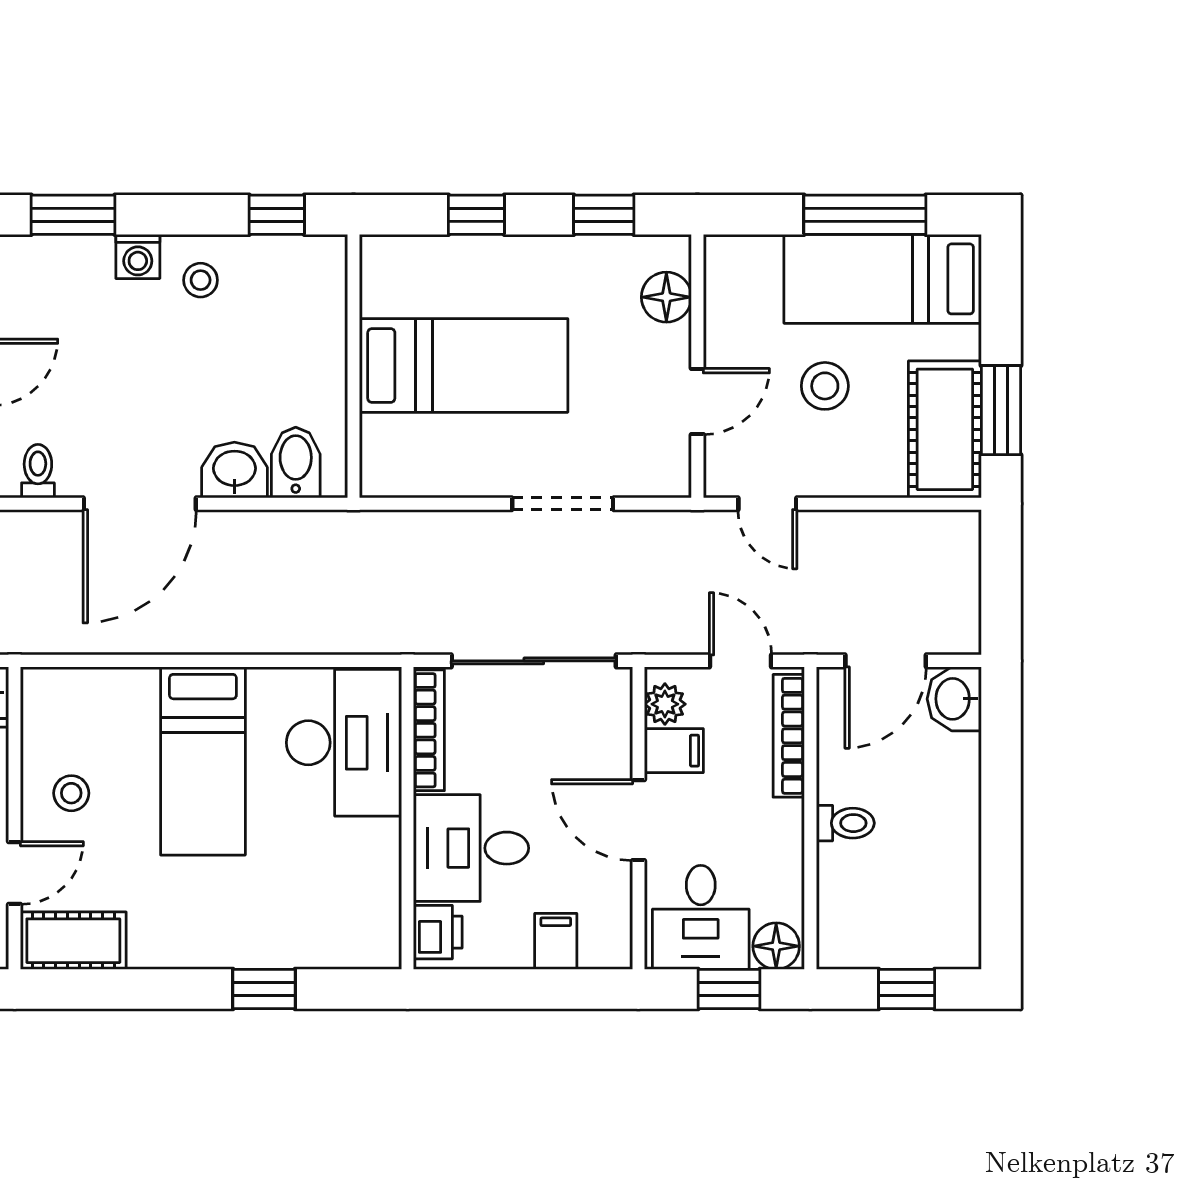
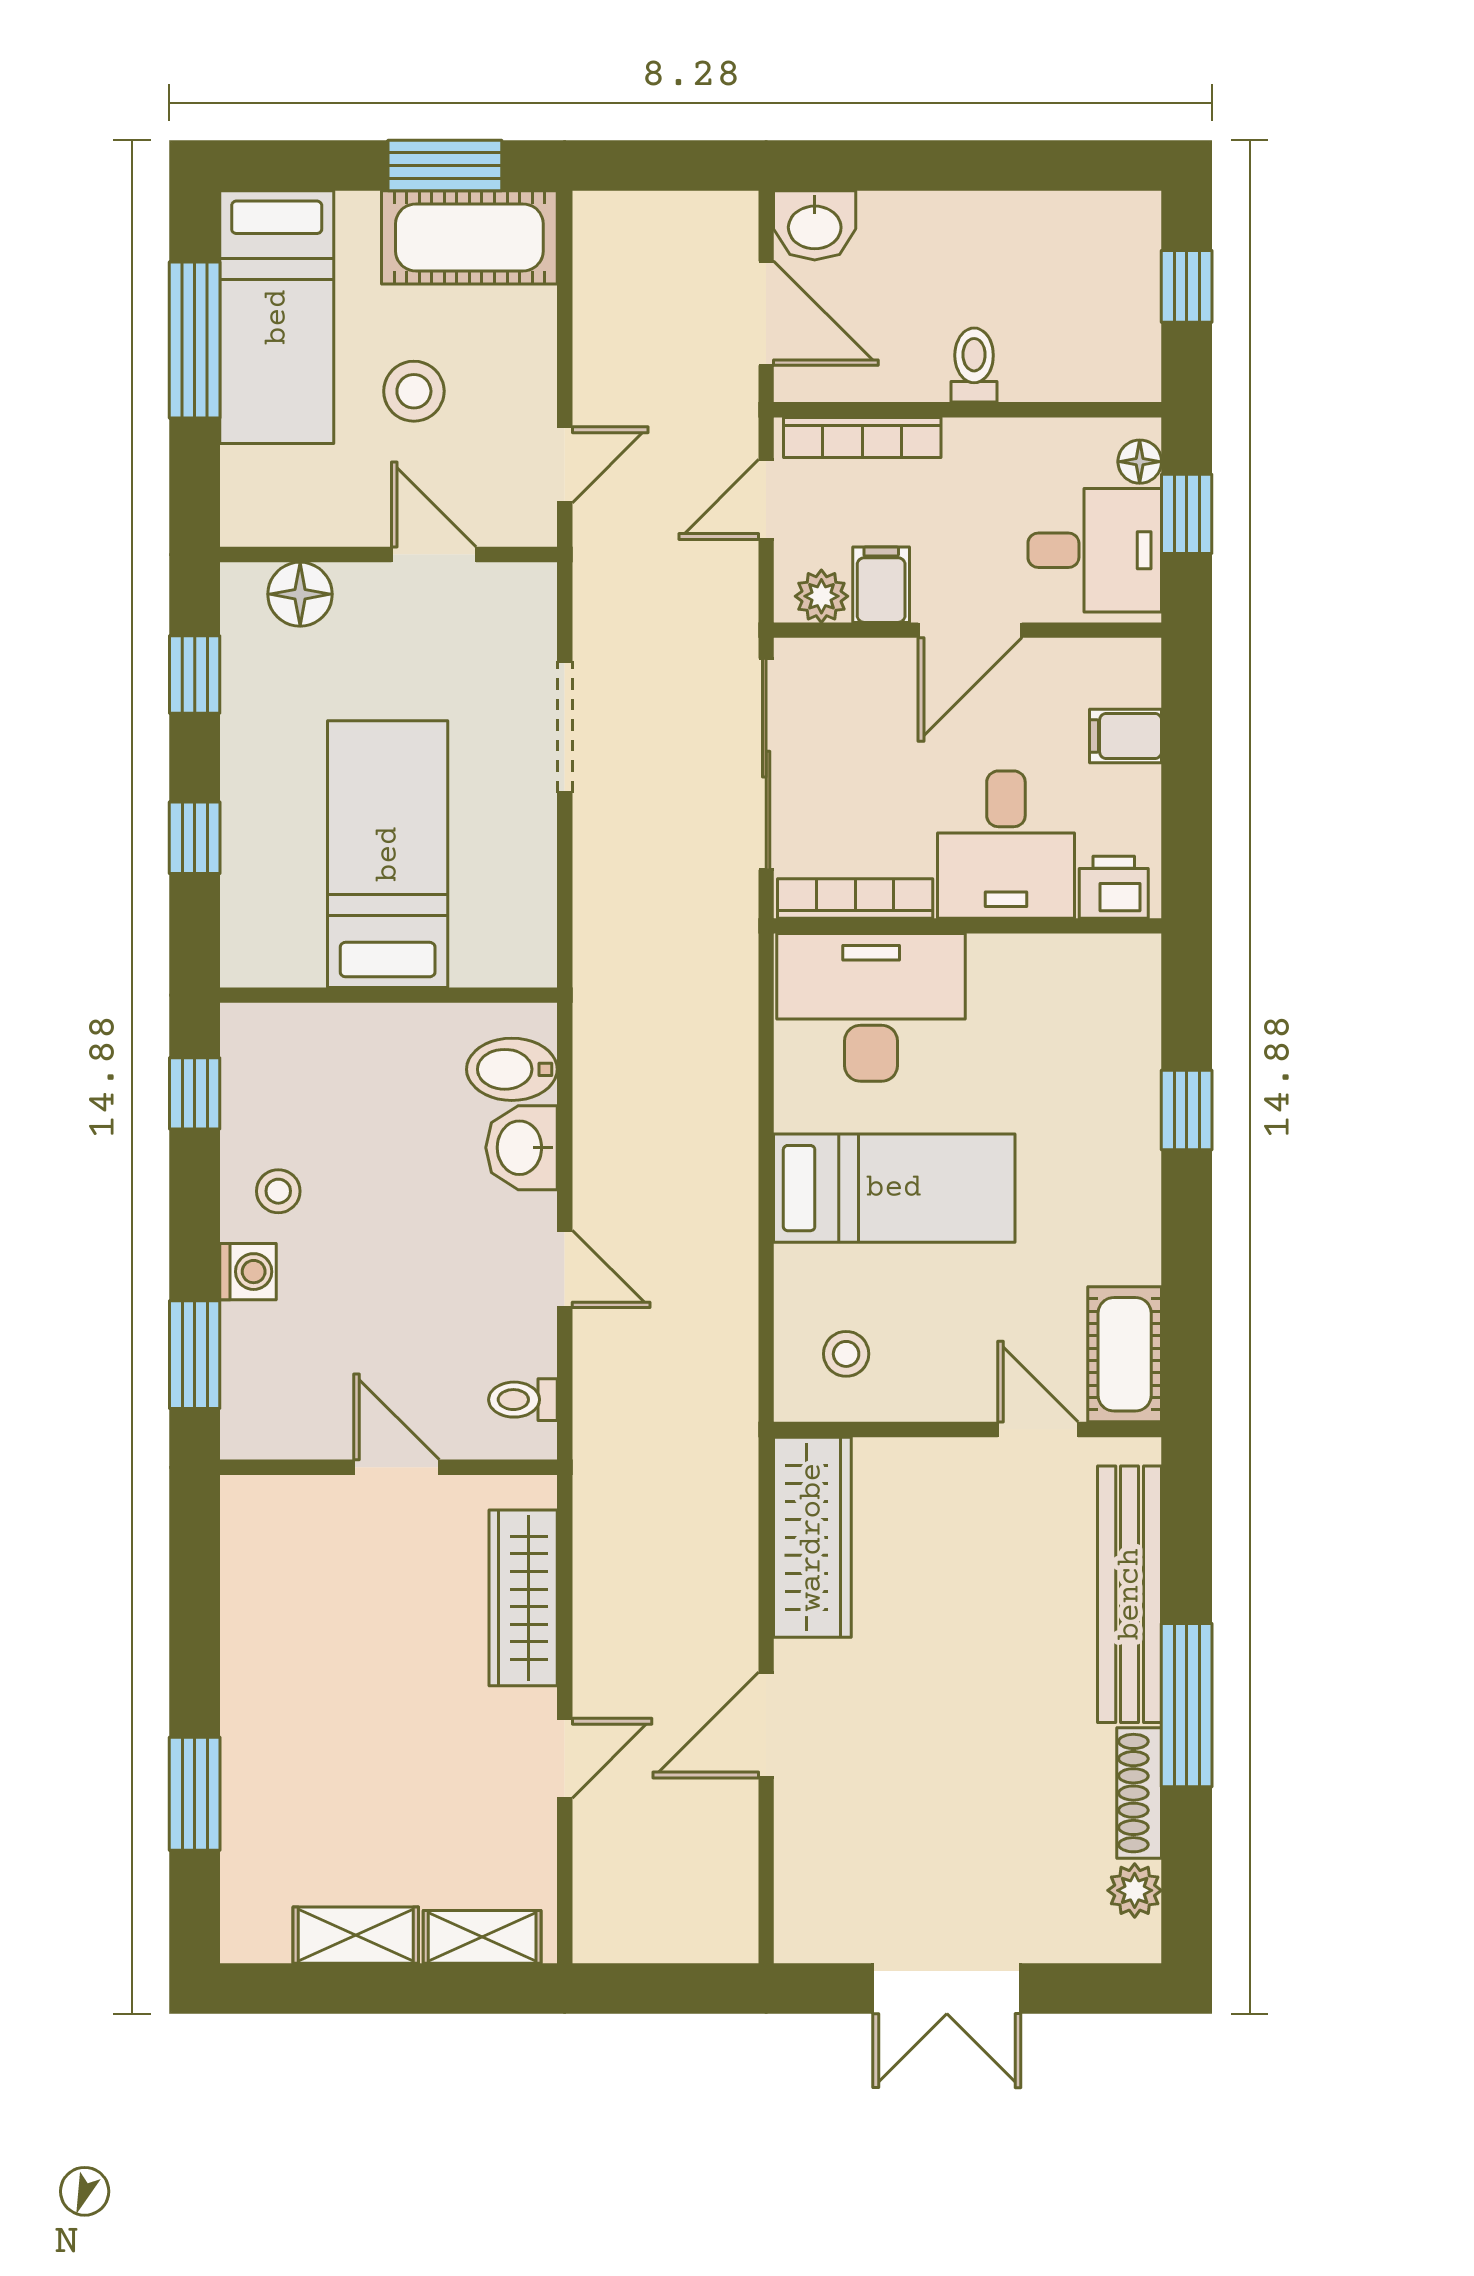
door: (140, 504) -> (565, 1269), width x0.53
stool: (71, 793) -> (846, 1354), moved
floor lamp: (776, 946) -> (1140, 462), width x0.73, depth x0.73

